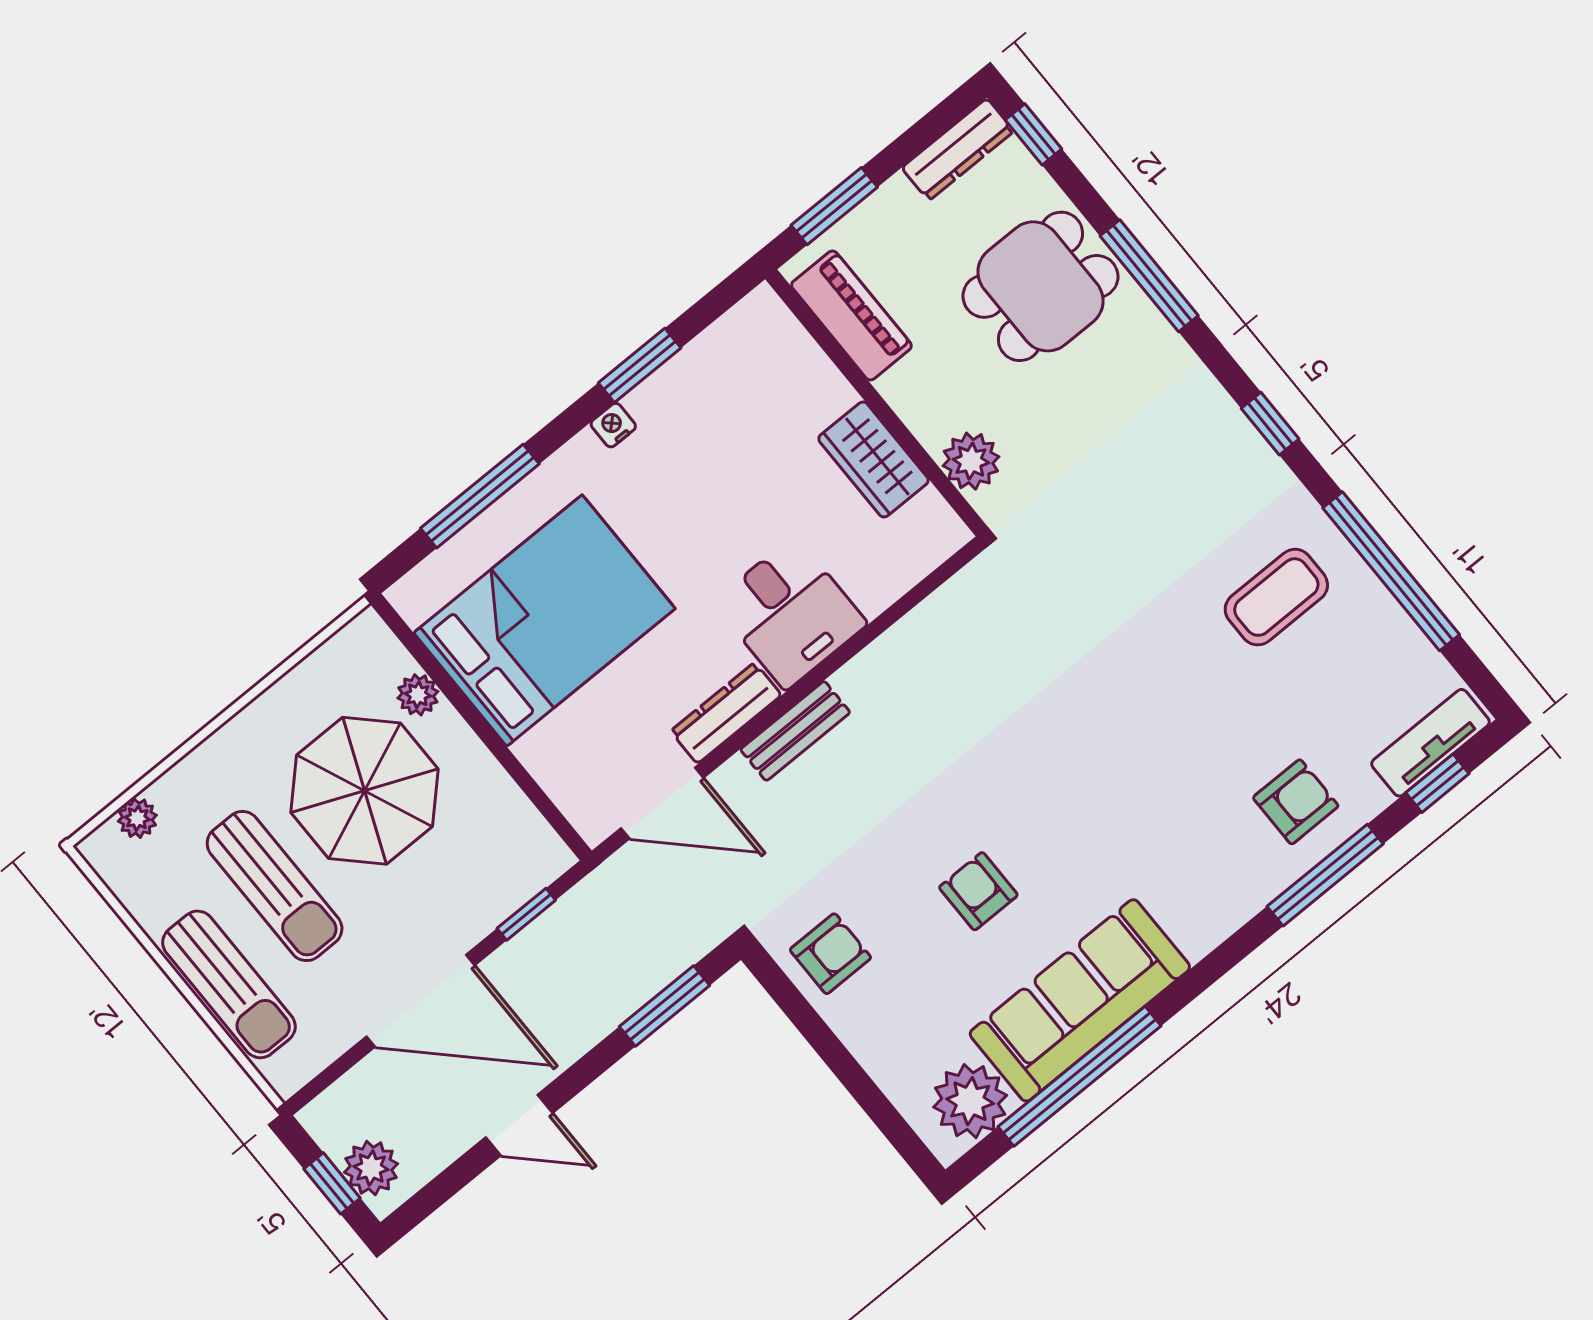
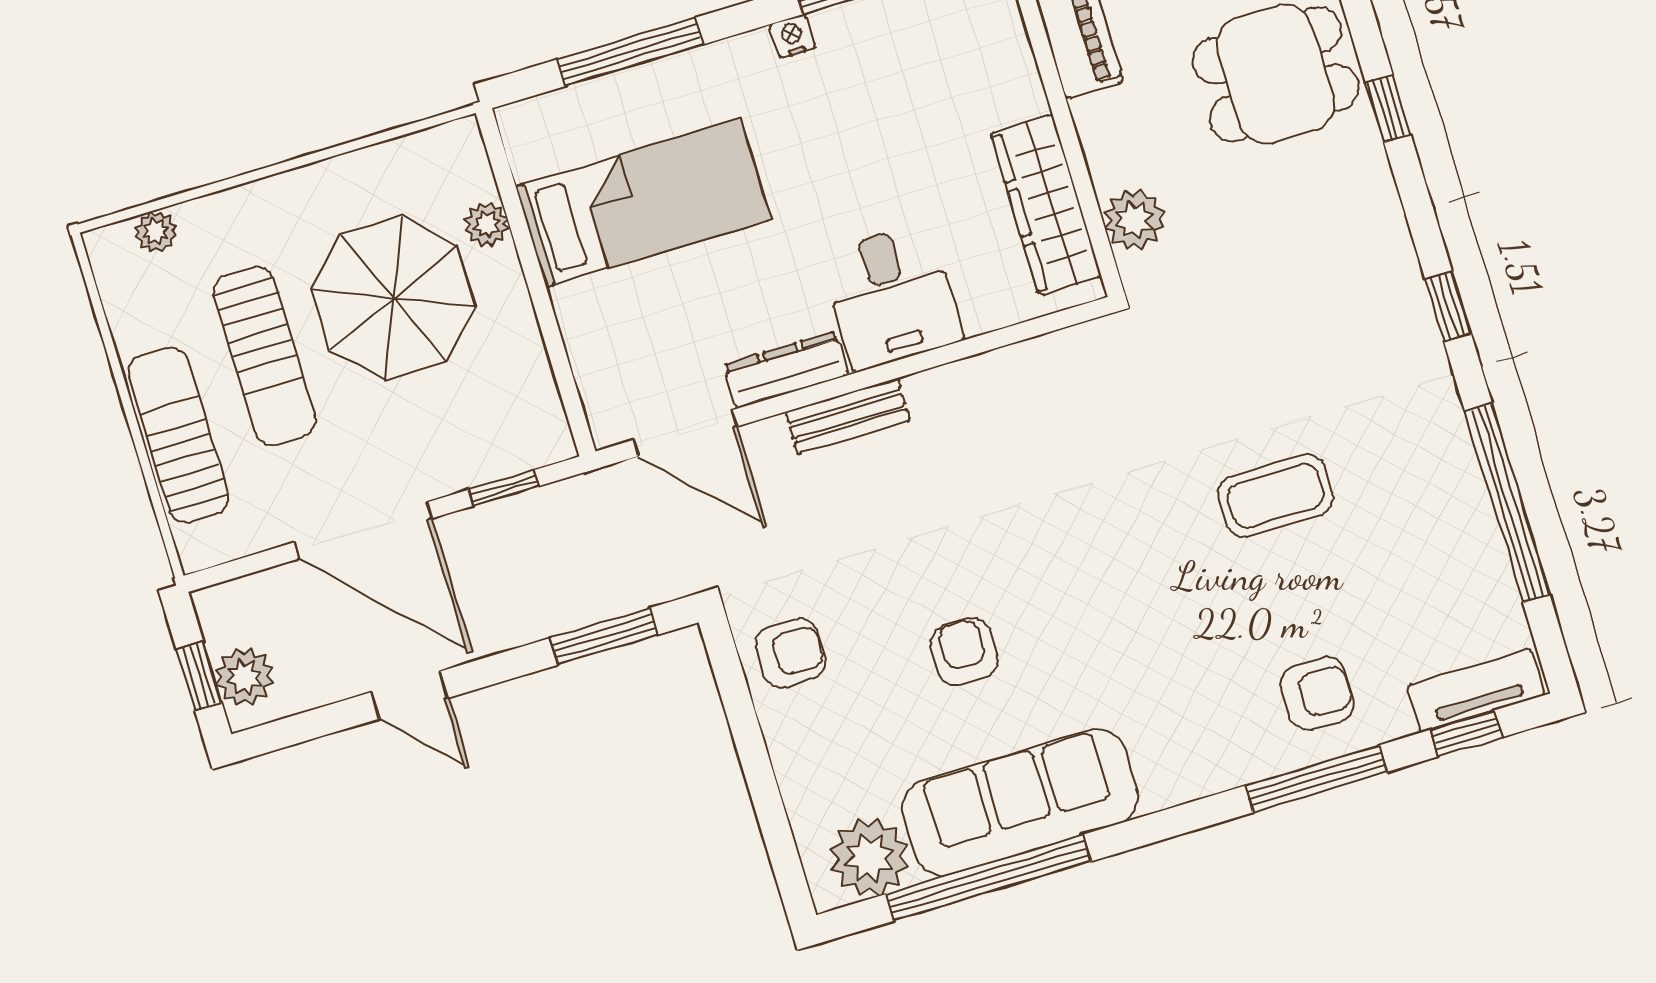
window: (1149, 276) -> (1388, 109), width x0.46
wardrobe: (873, 459) -> (1046, 205), width x1.50
coffee table: (1276, 597) -> (1276, 496), moved
bed: (544, 621) -> (643, 203), width x0.67
sun lounger: (229, 984) -> (179, 435), turned 180

